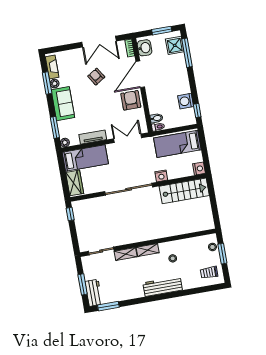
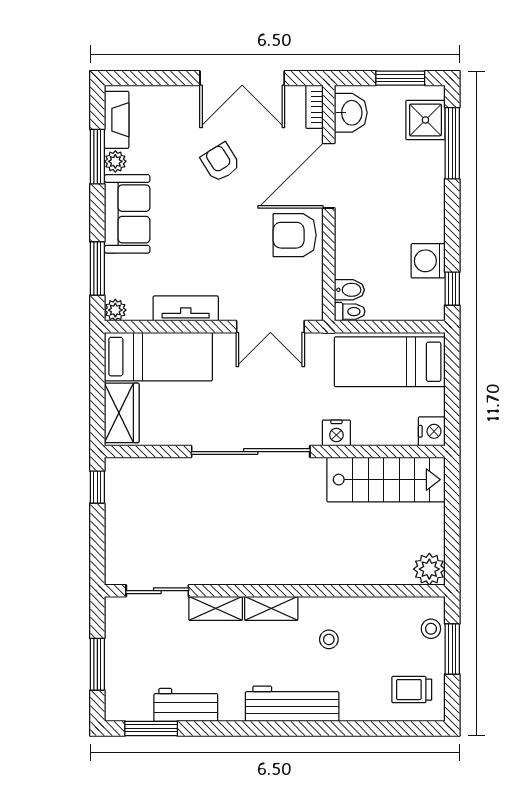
armchair: (131, 100) -> (295, 235), turned -90
double door: (128, 138) -> (270, 327), swing flipped
plant: (208, 223) -> (429, 569), added
workbench: (94, 293) -> (186, 705), moved, turned -90

